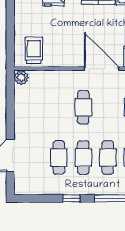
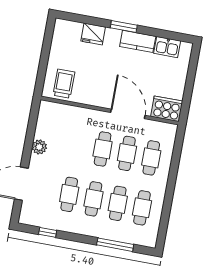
plant: (21, 77) -> (39, 147), moved
cafe table: (108, 107) -> (127, 153), added
window: (71, 198) -> (48, 232), moved

